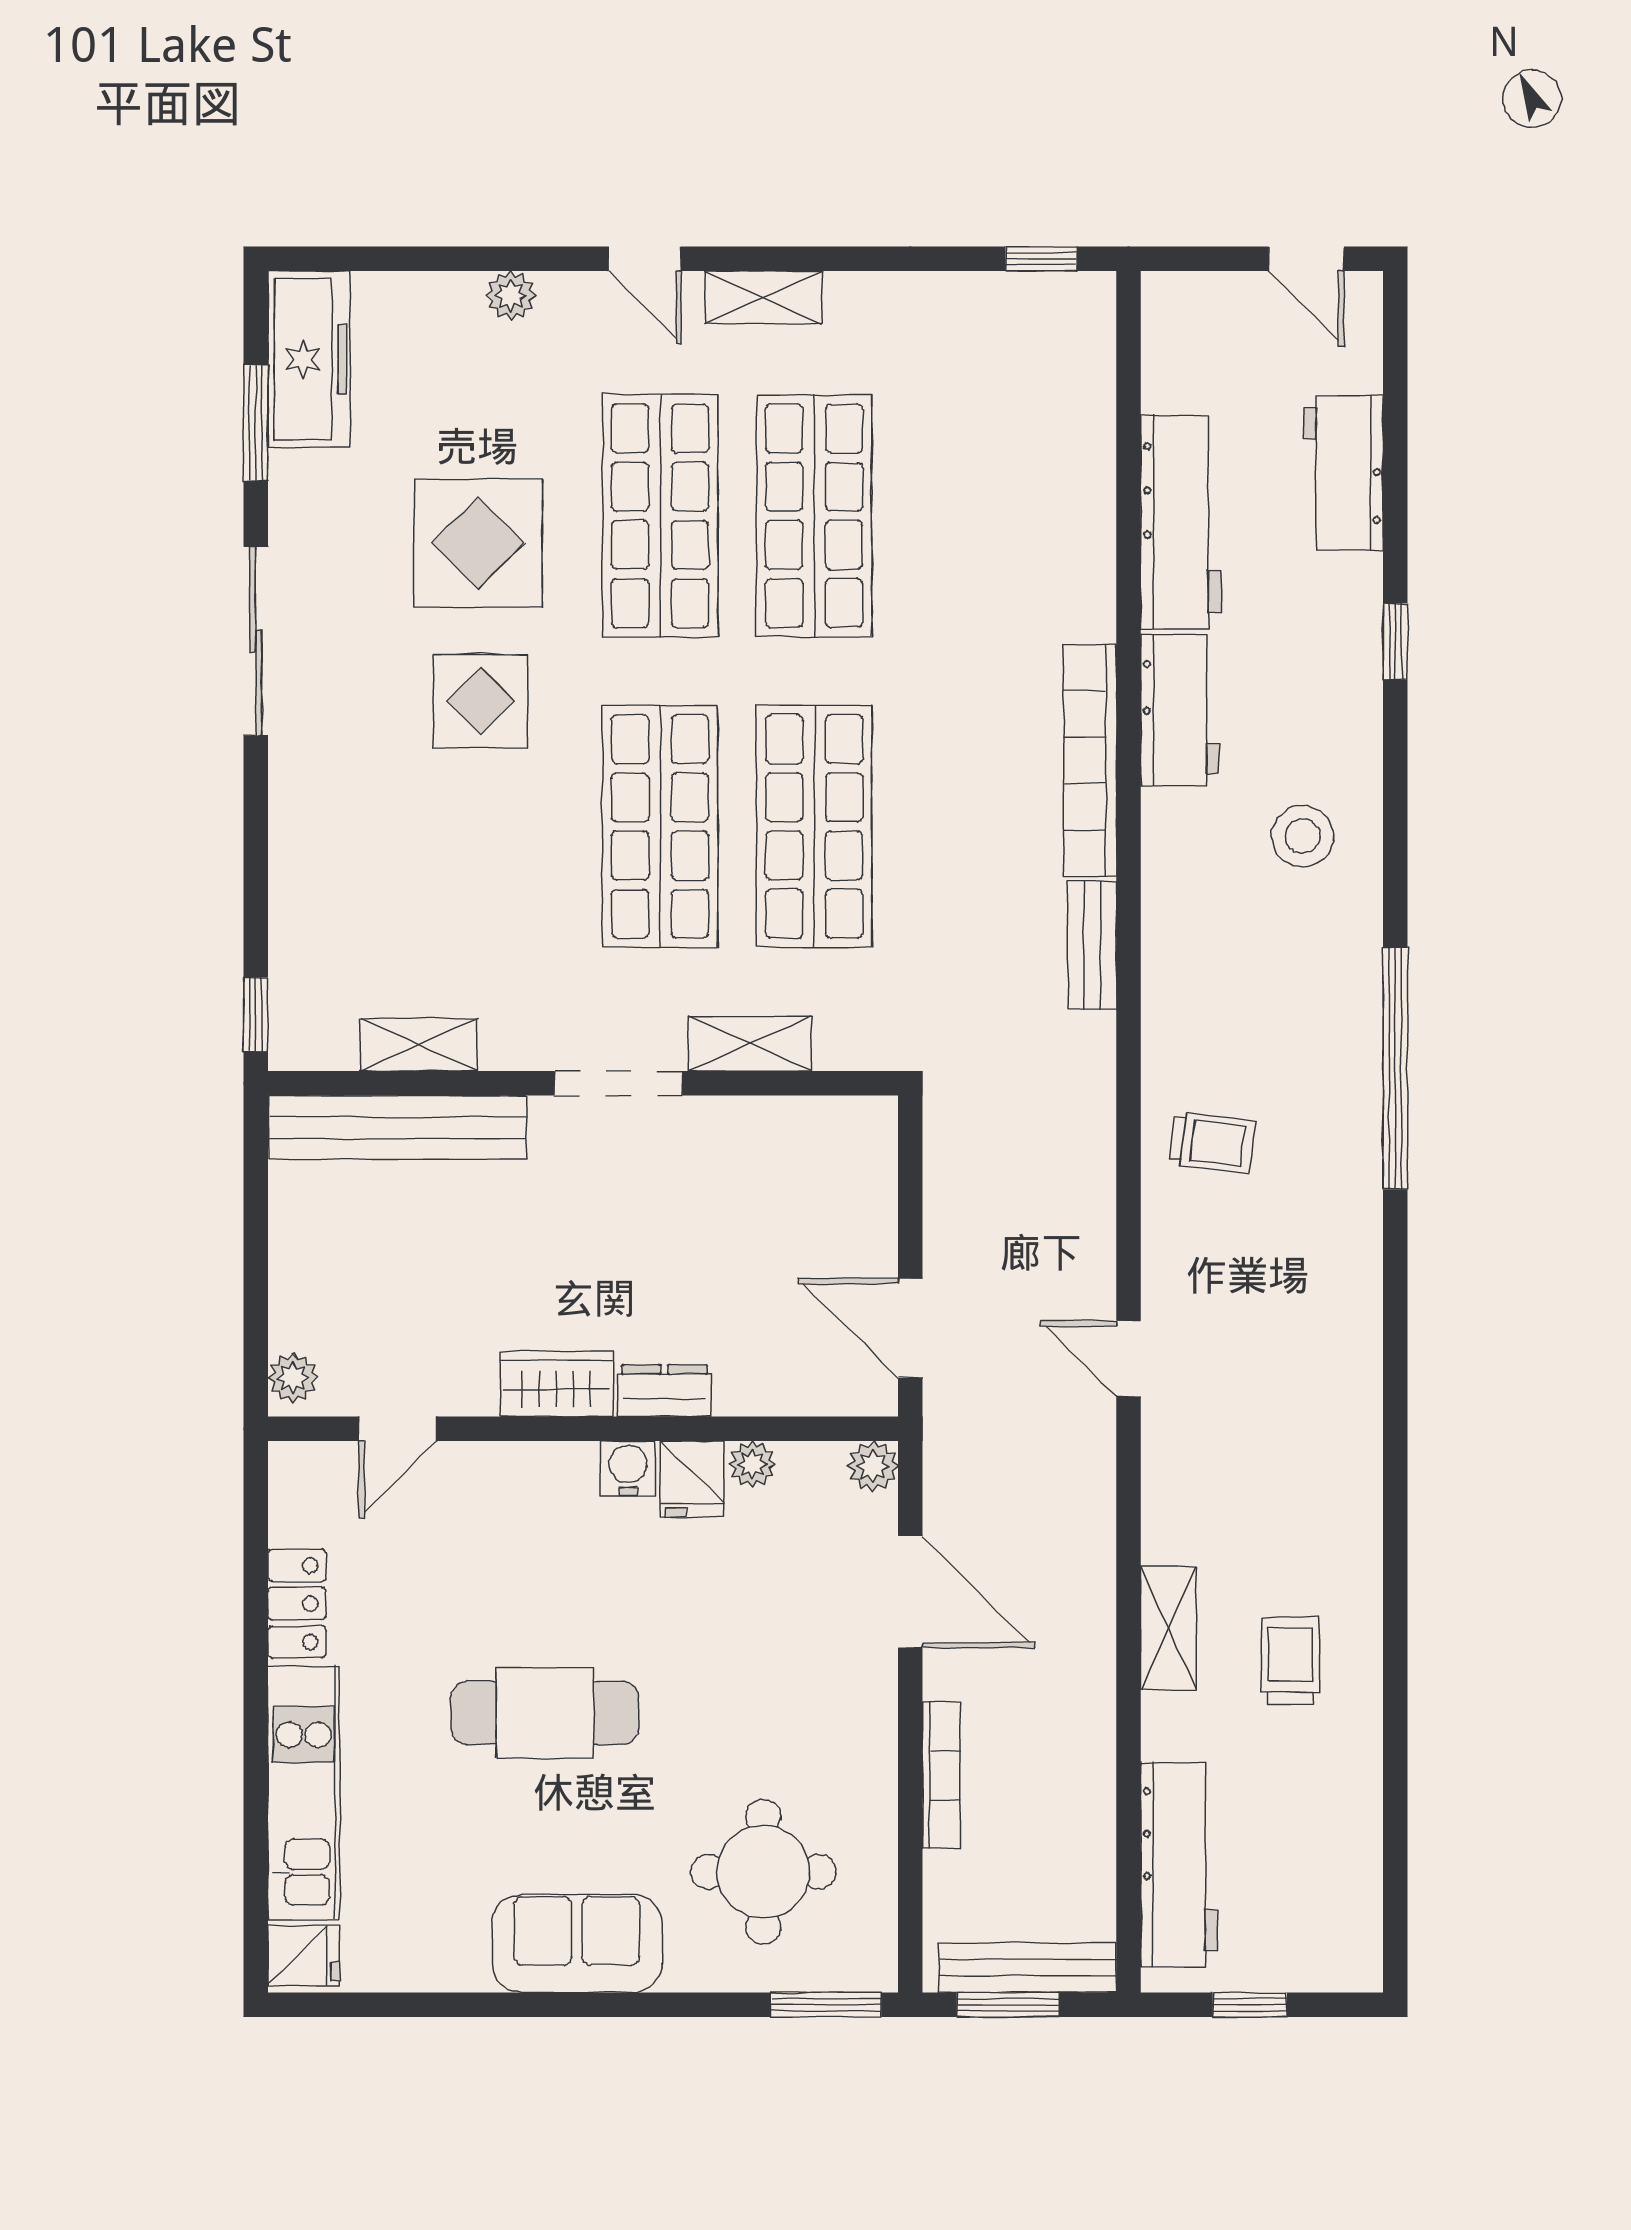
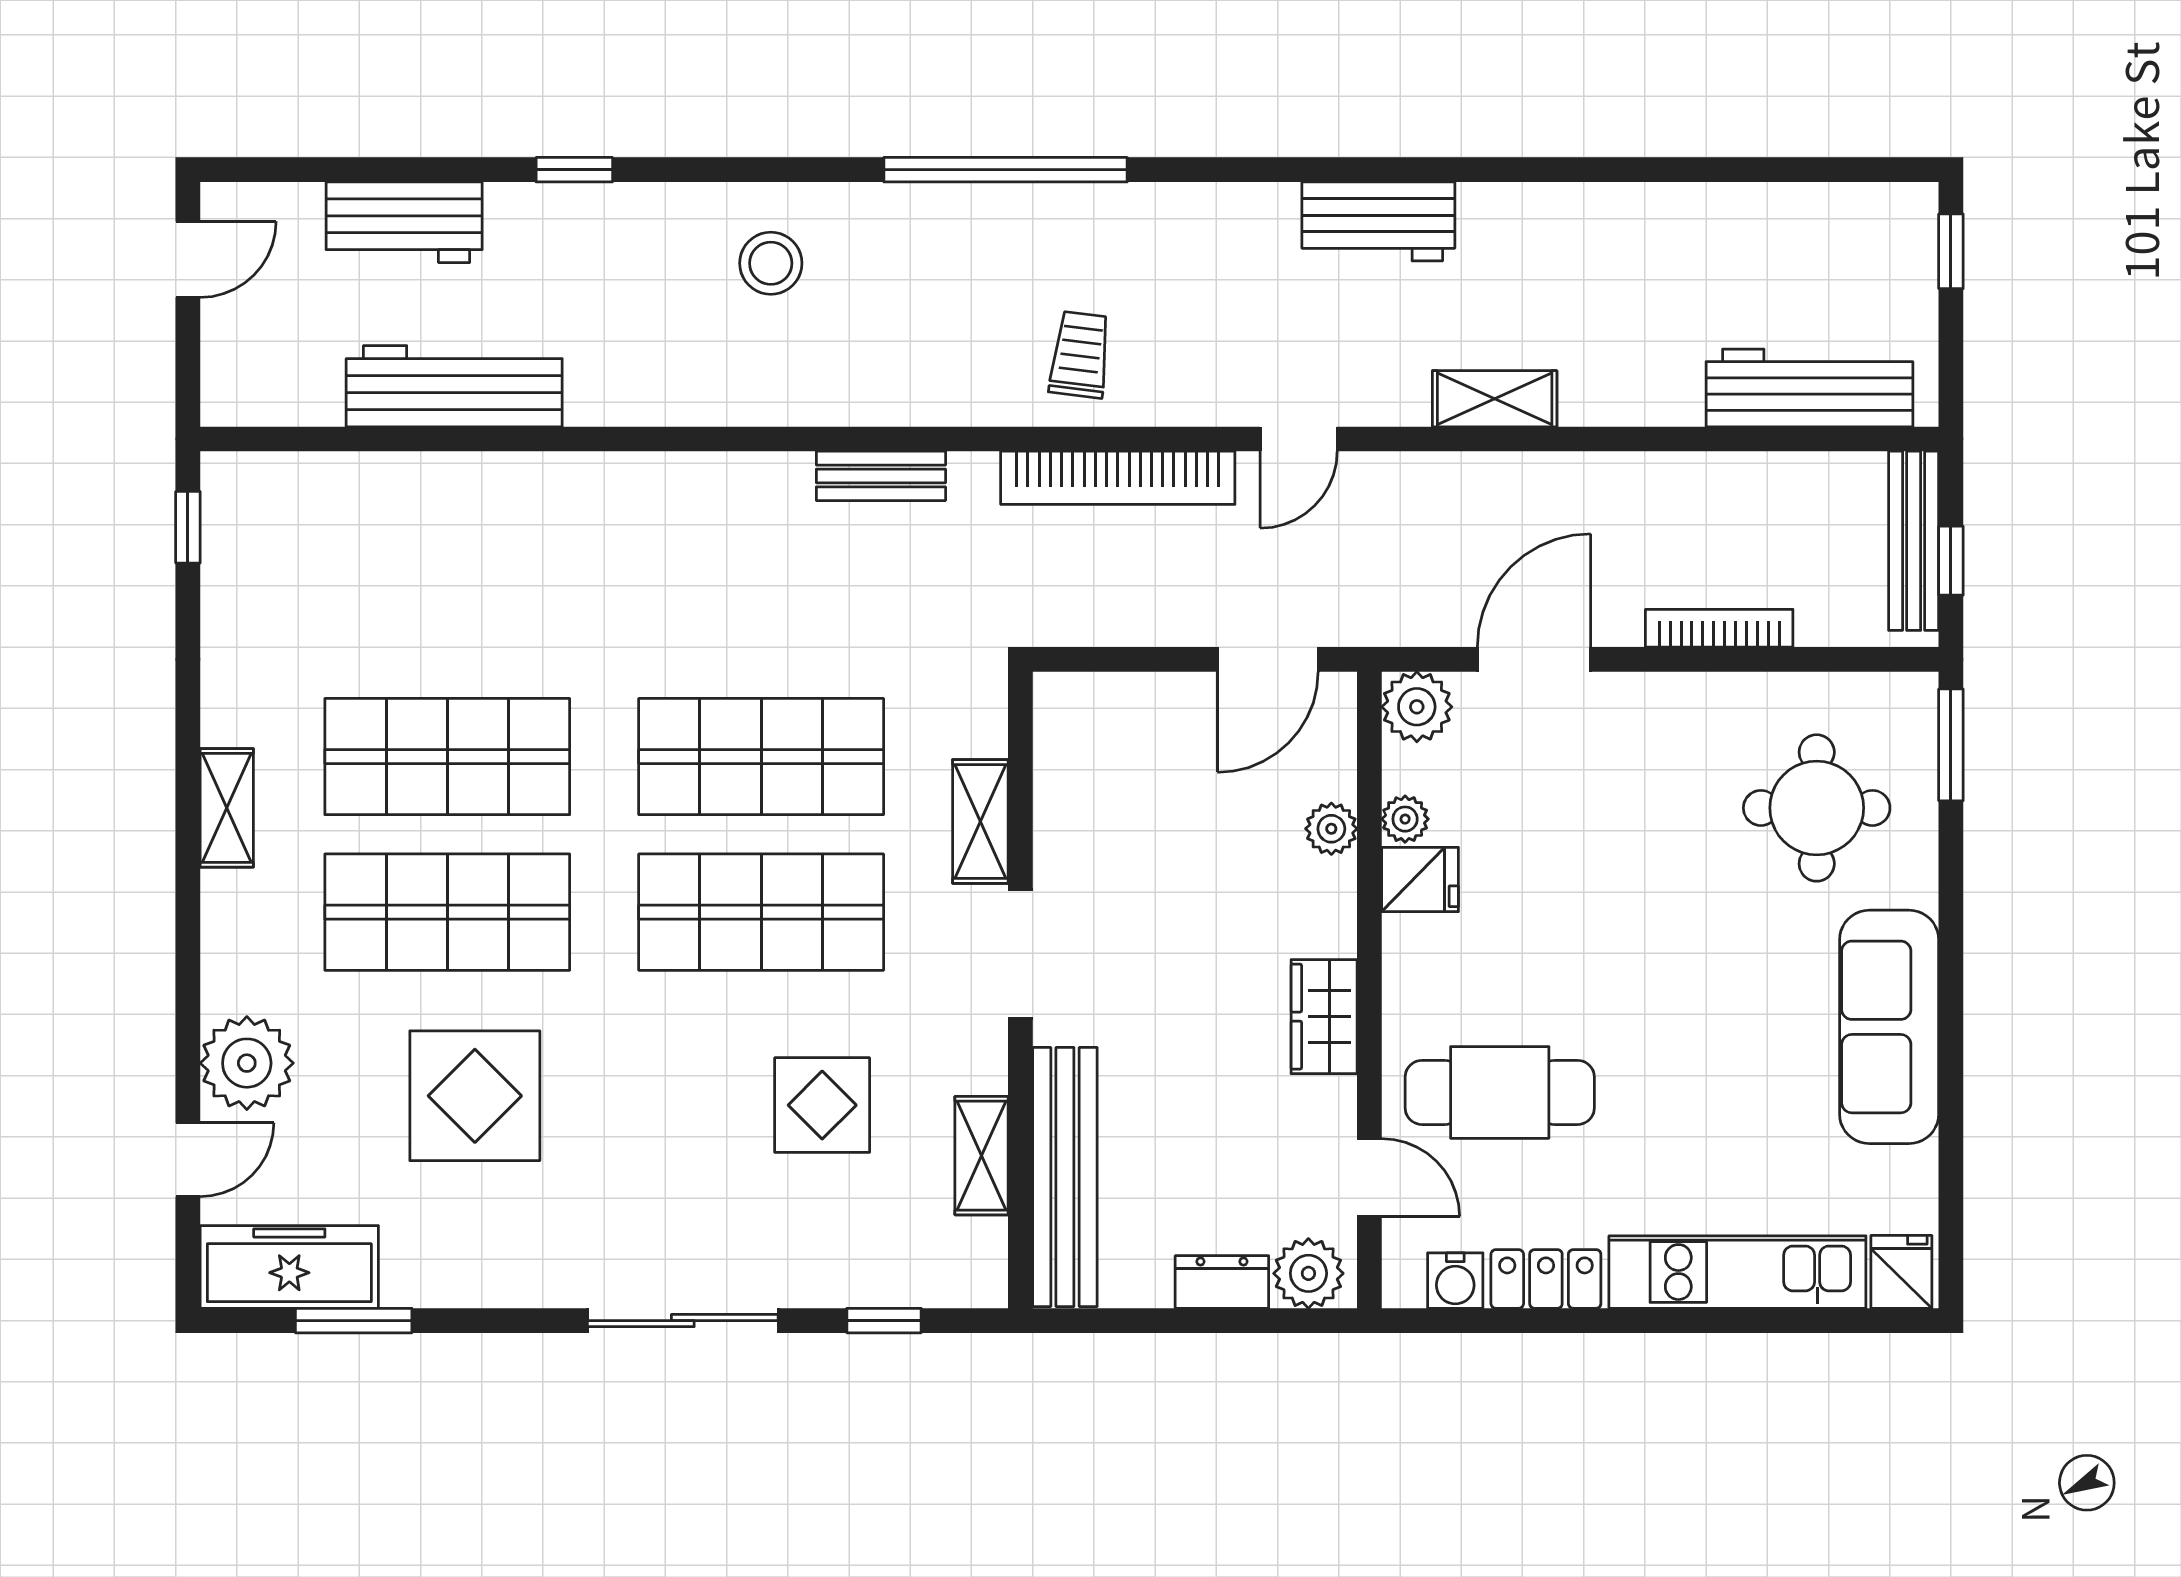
door: (645, 259) -> (188, 1160), moved
plant: (511, 296) -> (247, 1063), width x1.88, depth x1.88
sliding door: (256, 641) -> (683, 1321), moved
display table: (481, 701) -> (822, 1105), moved
workbench: (1180, 710) -> (1378, 221), moved, turned 180
bookcase: (1090, 760) -> (1118, 478), moved
window: (256, 1015) -> (884, 1321), moved
plant: (293, 1378) -> (1308, 1273), width x1.38, depth x1.38
dresser: (664, 1391) -> (1222, 1282), moved, turned 90
plant: (743, 1391) -> (1331, 829), added
plant: (873, 1466) -> (1417, 707), width x1.38, depth x1.38
water cooler: (628, 1468) -> (1455, 1281), moved, turned -90
shelving: (1168, 1628) -> (1495, 399), moved
trolley: (1290, 1661) -> (1603, 275), removed
cafe table: (545, 1713) -> (1500, 1092), moved, turned 90
sofa: (577, 1944) -> (1889, 1027), width x1.36
window: (1008, 2005) -> (1951, 561), width x0.67
window: (1250, 2005) -> (1951, 251), moved

